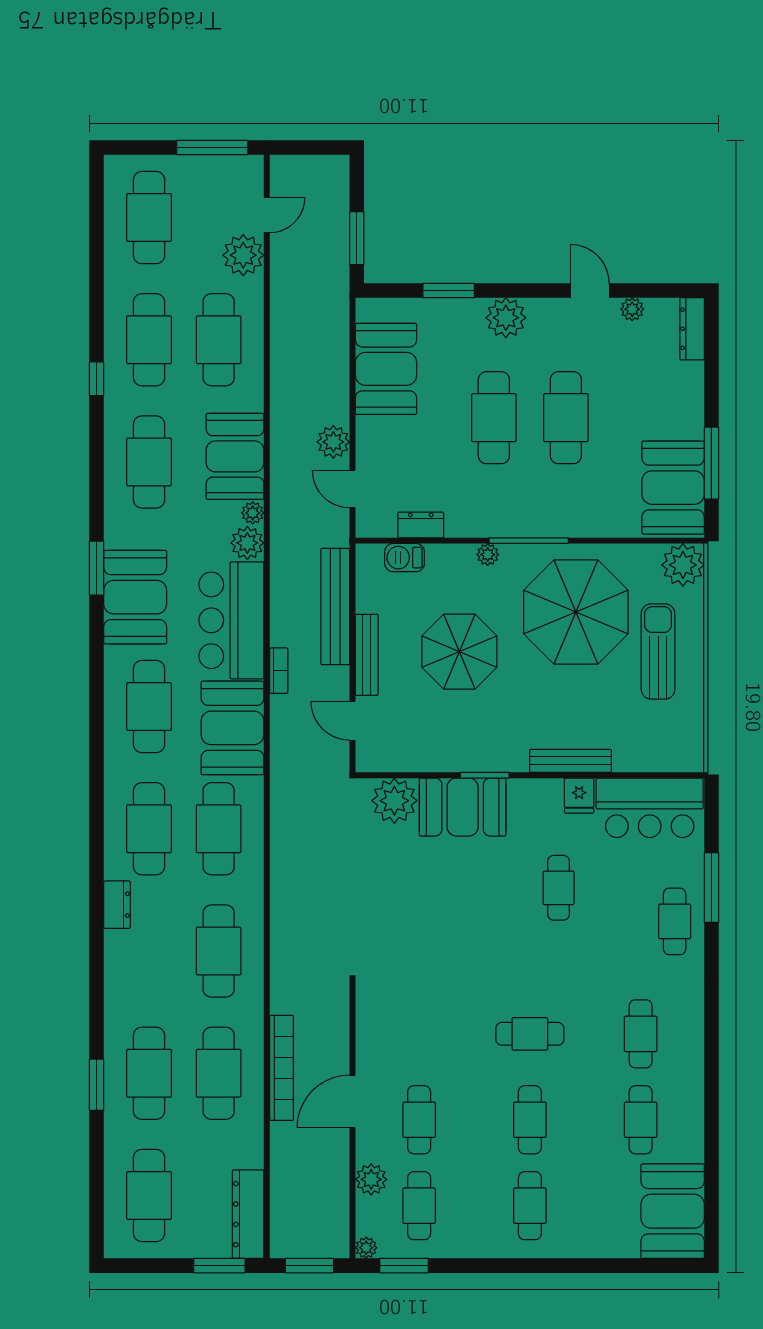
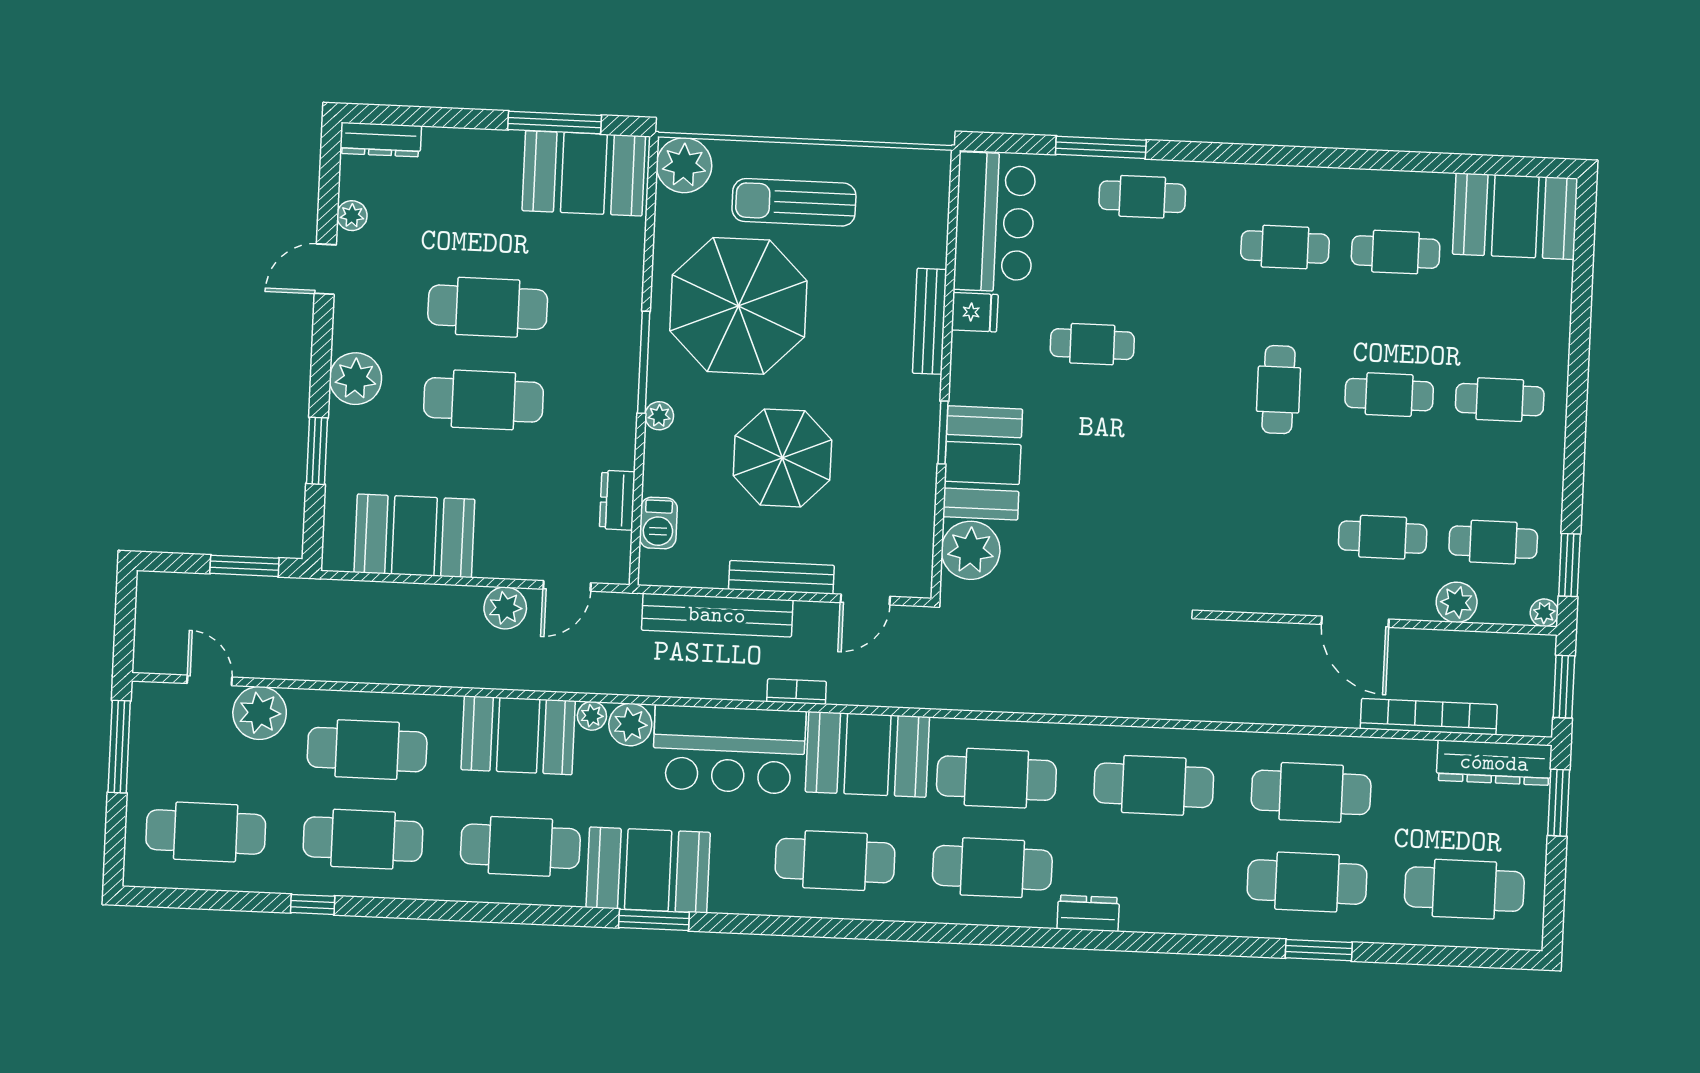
window: (97, 379) -> (313, 904), moved
booth: (135, 597) -> (648, 870), moved
bookcase: (282, 1068) -> (1429, 717), moved

